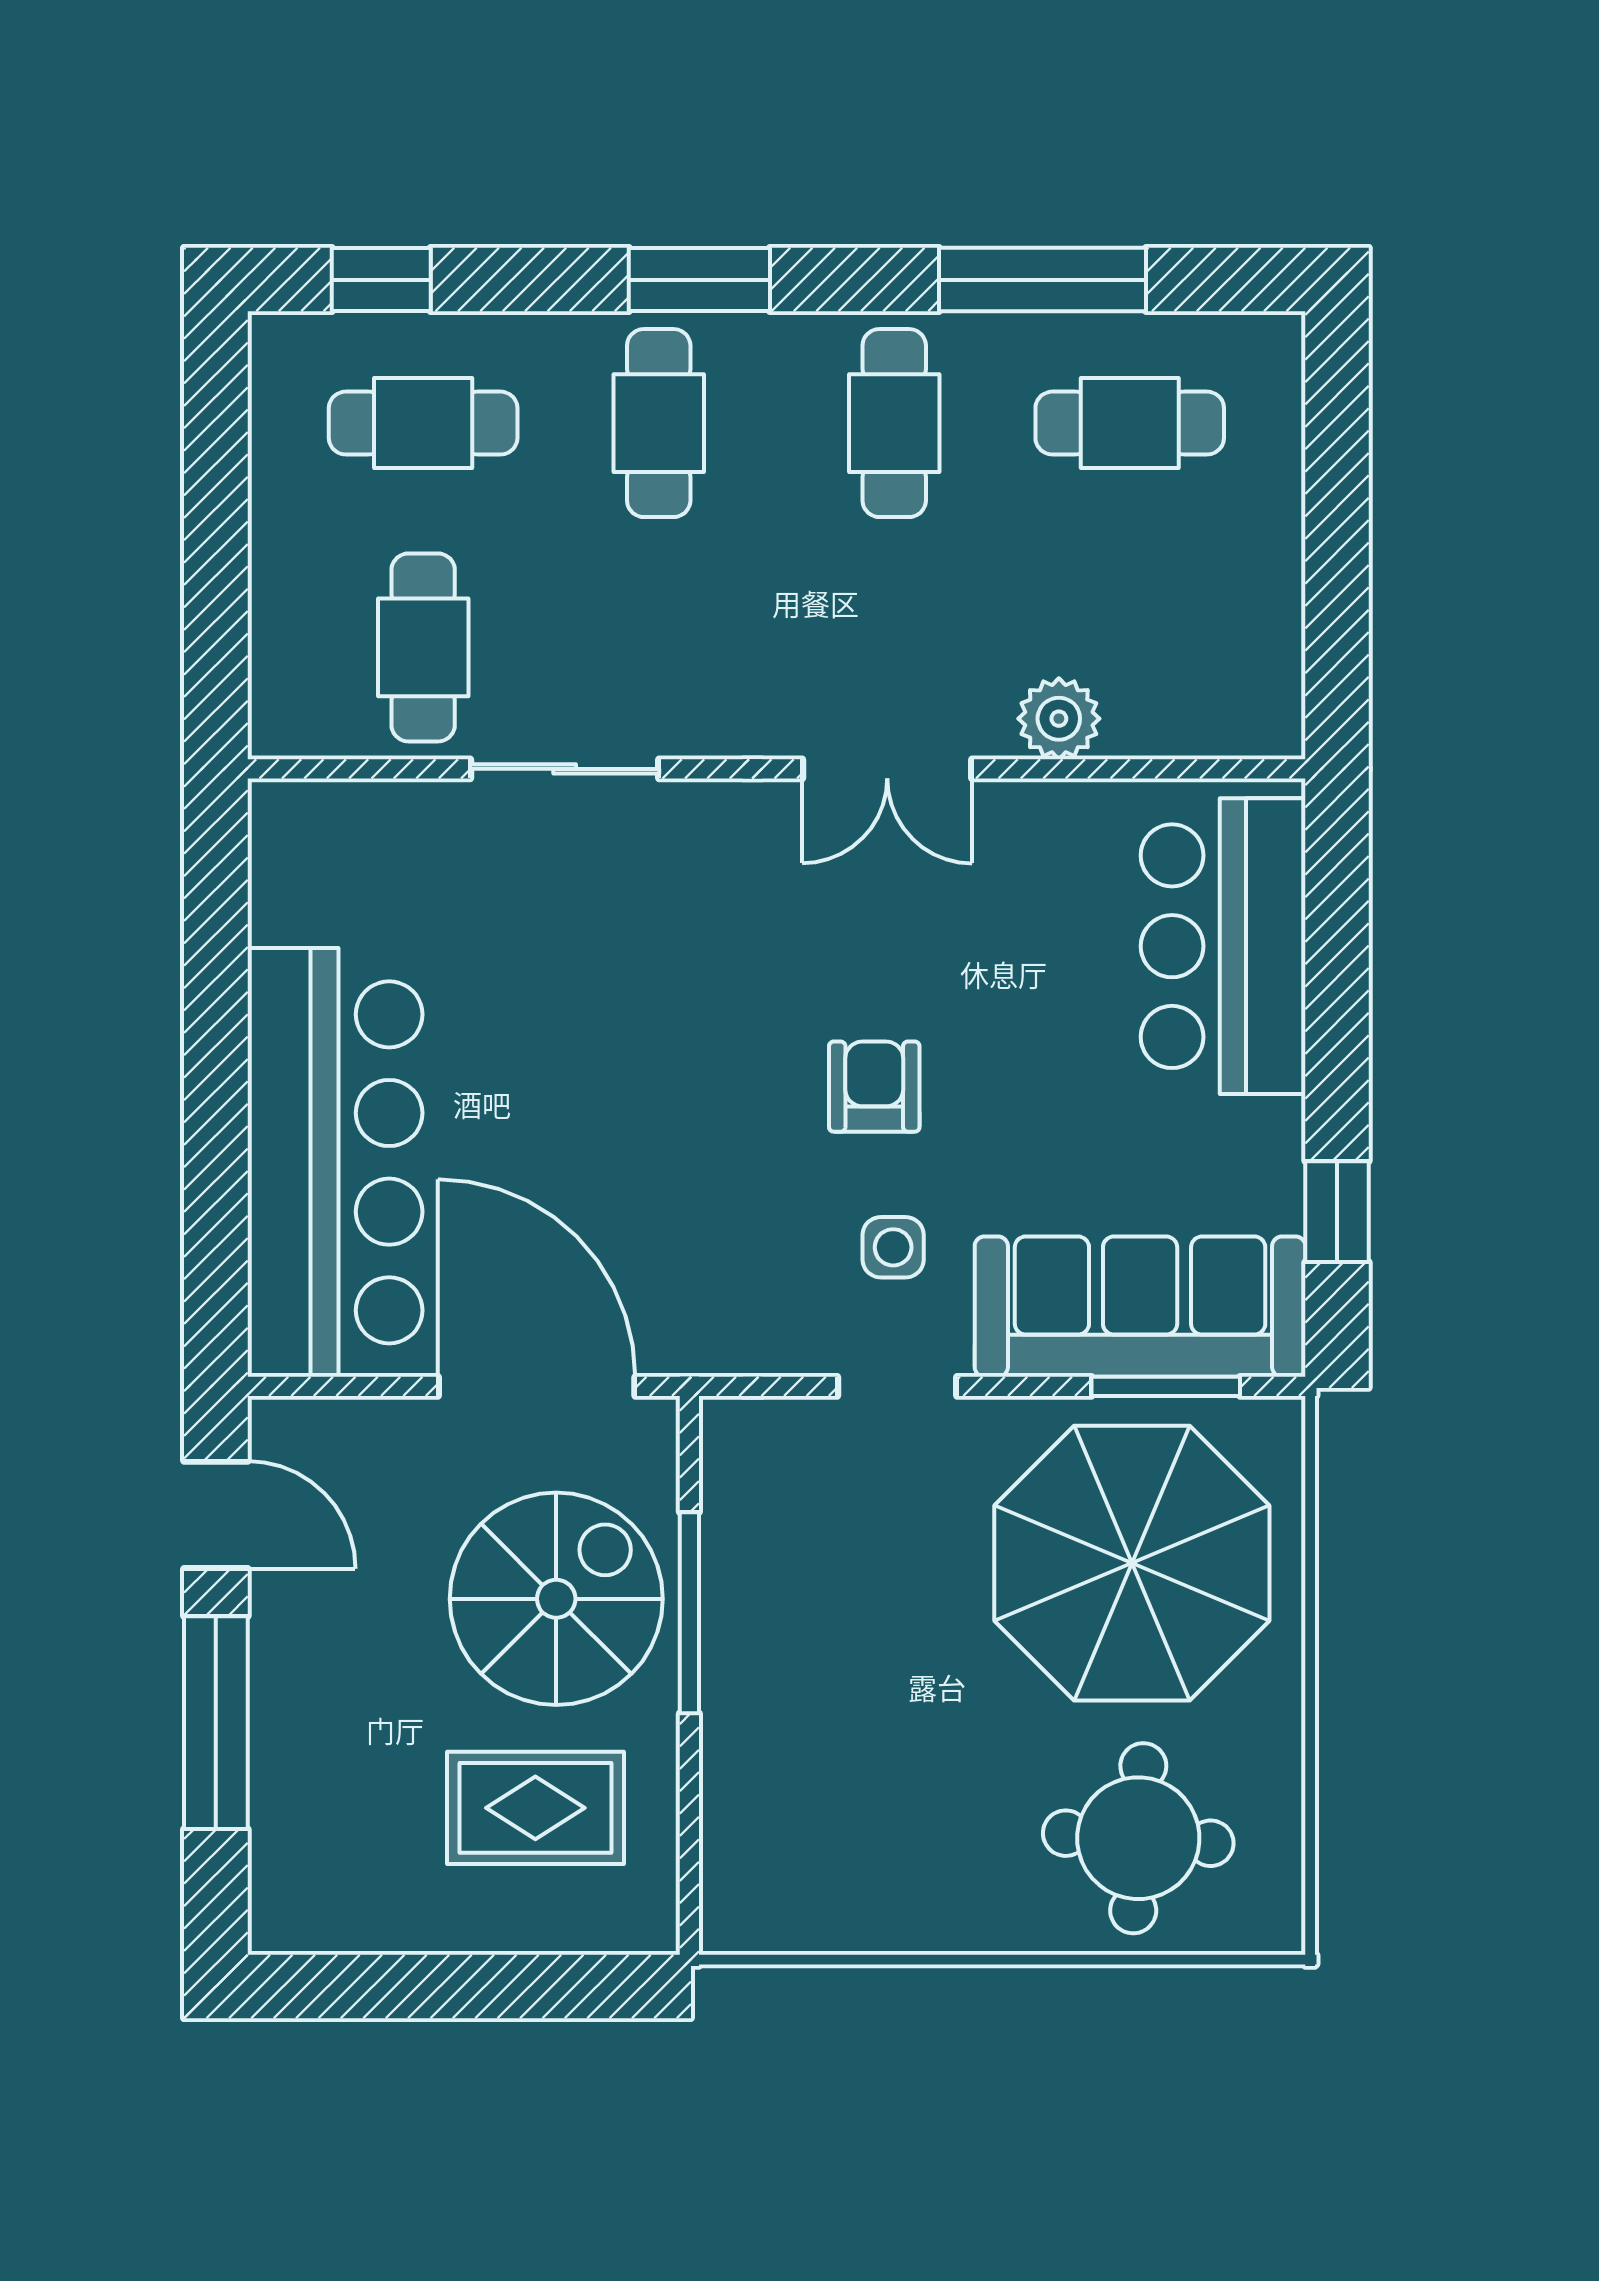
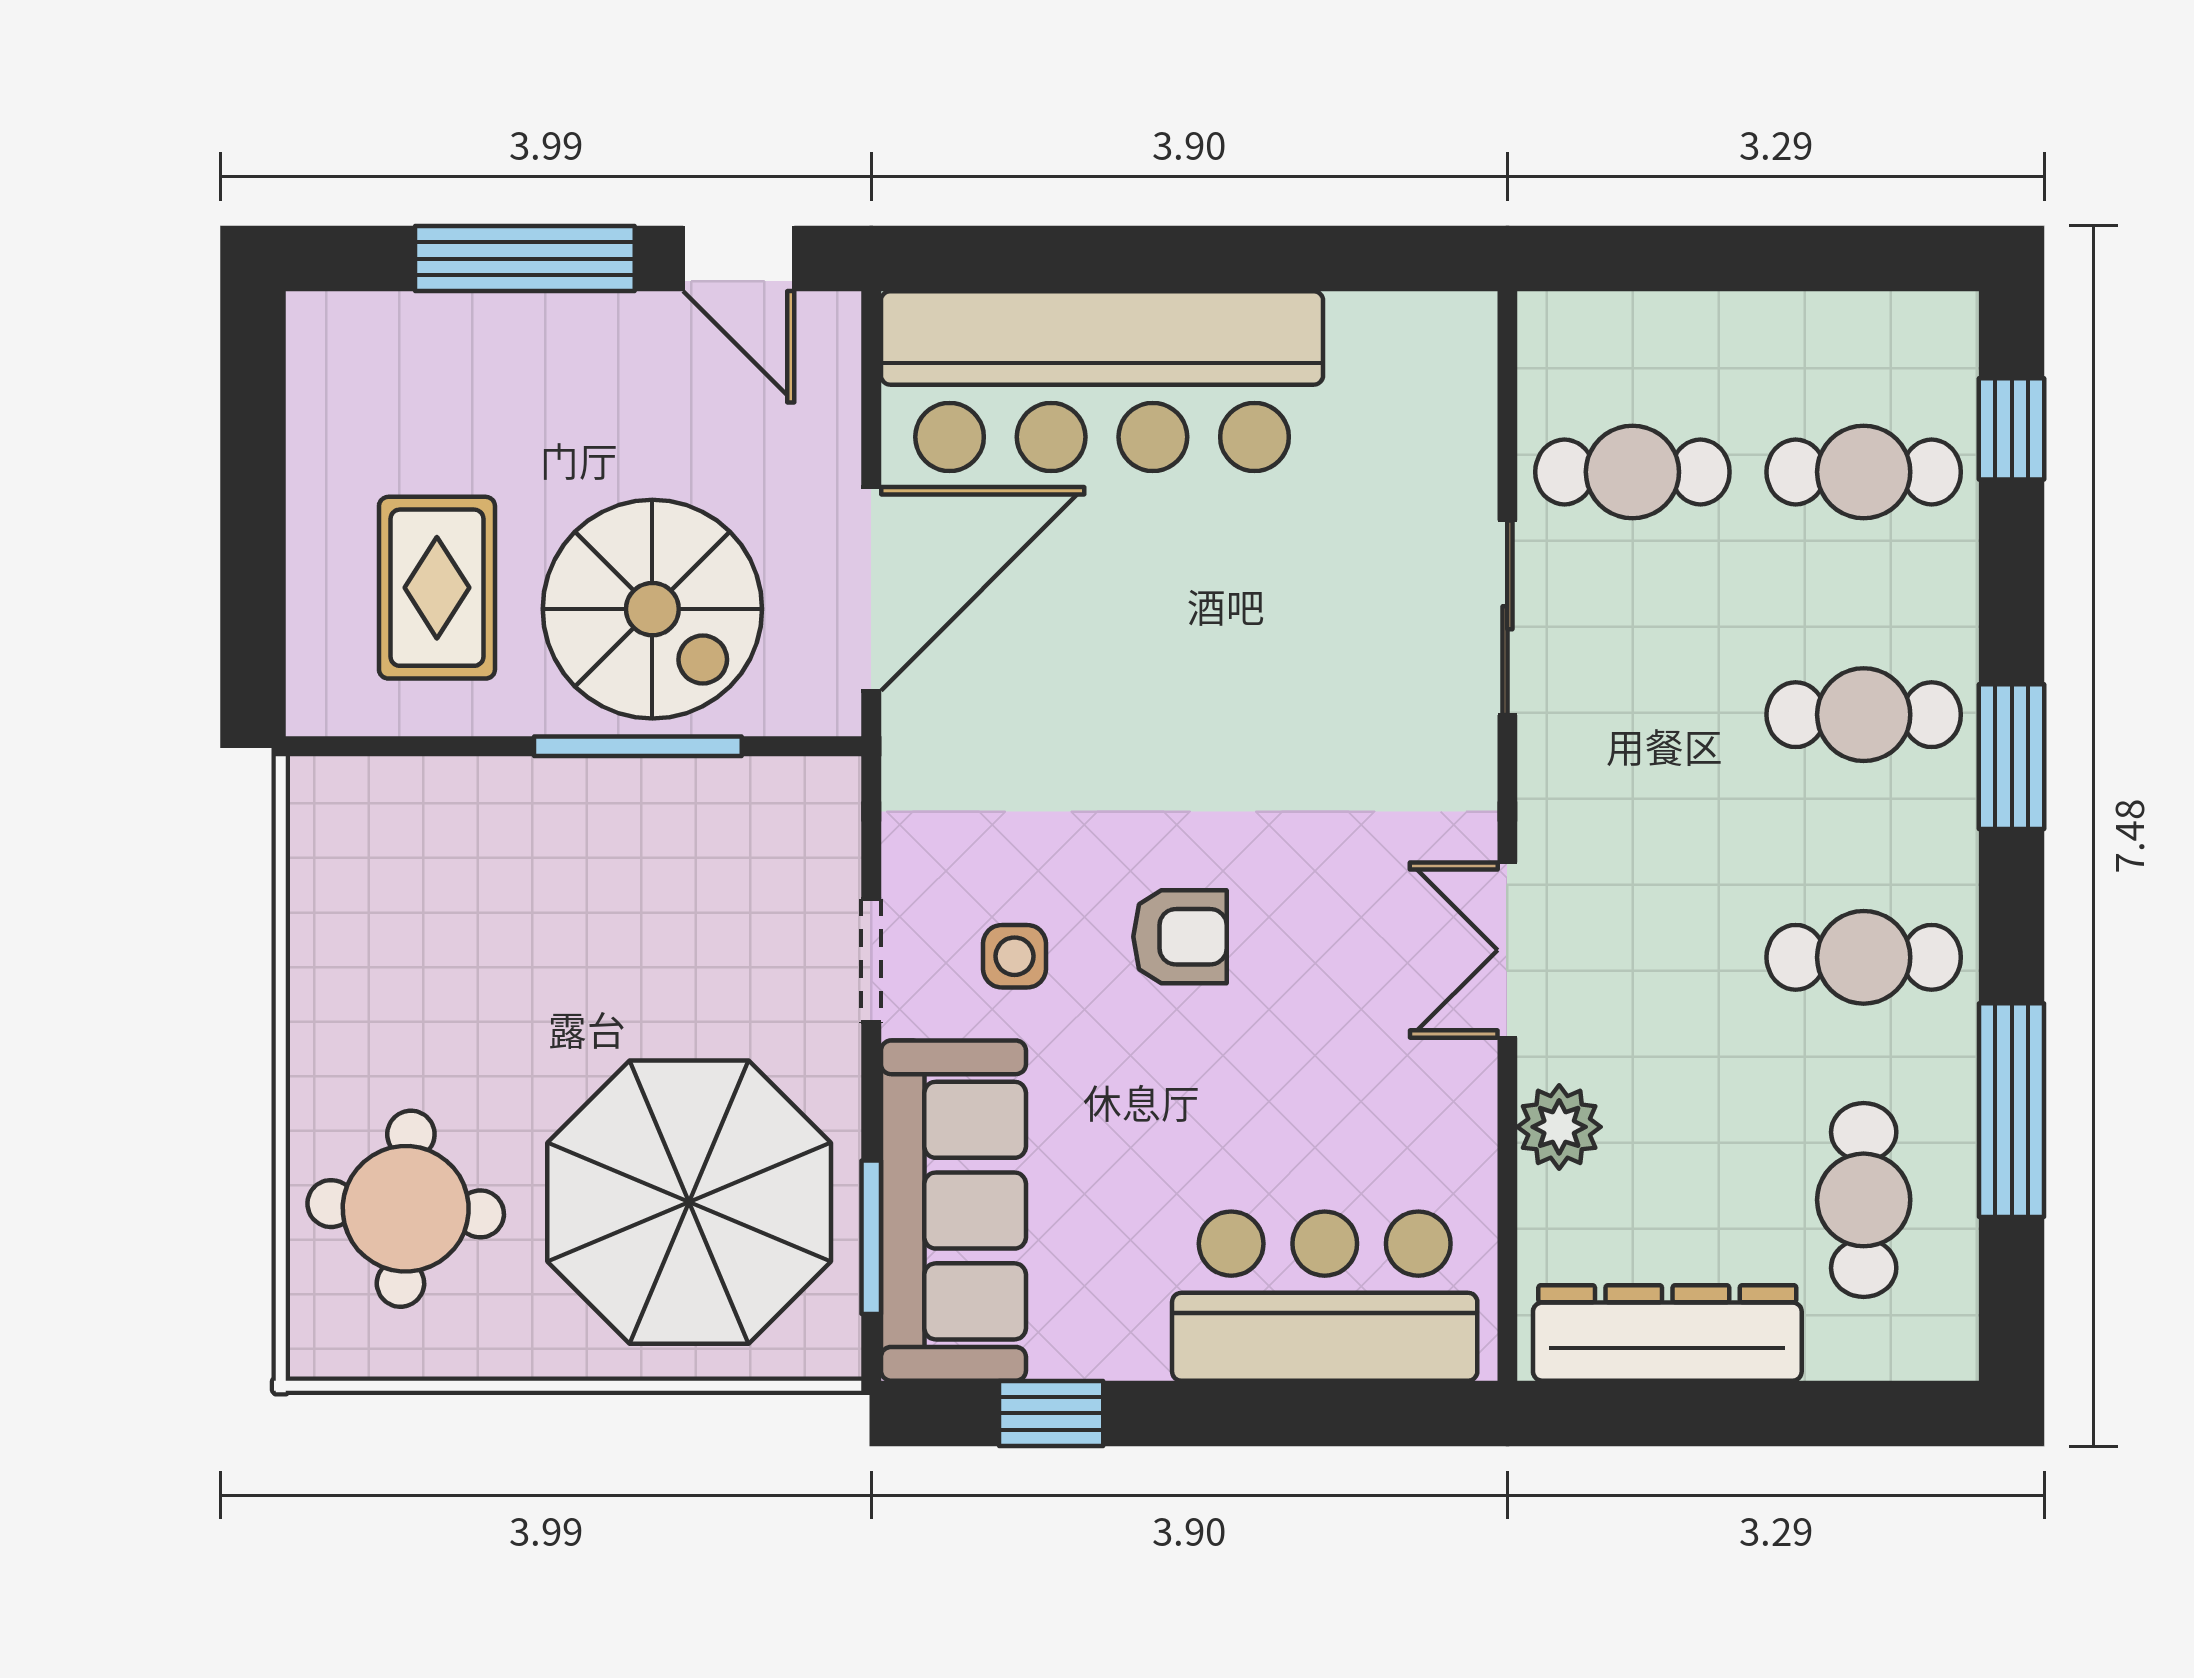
cafe table: (423, 423) -> (1864, 472), turned 90
dresser: (1259, 614) -> (1667, 1333), added
door: (216, 1515) -> (739, 259), hinge flipped

